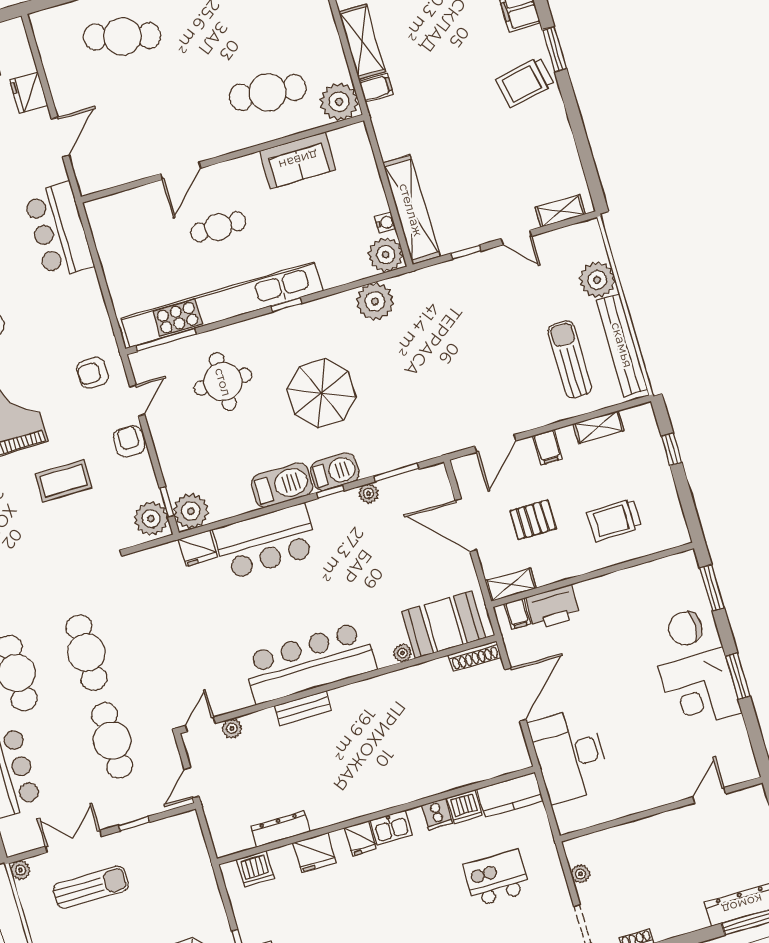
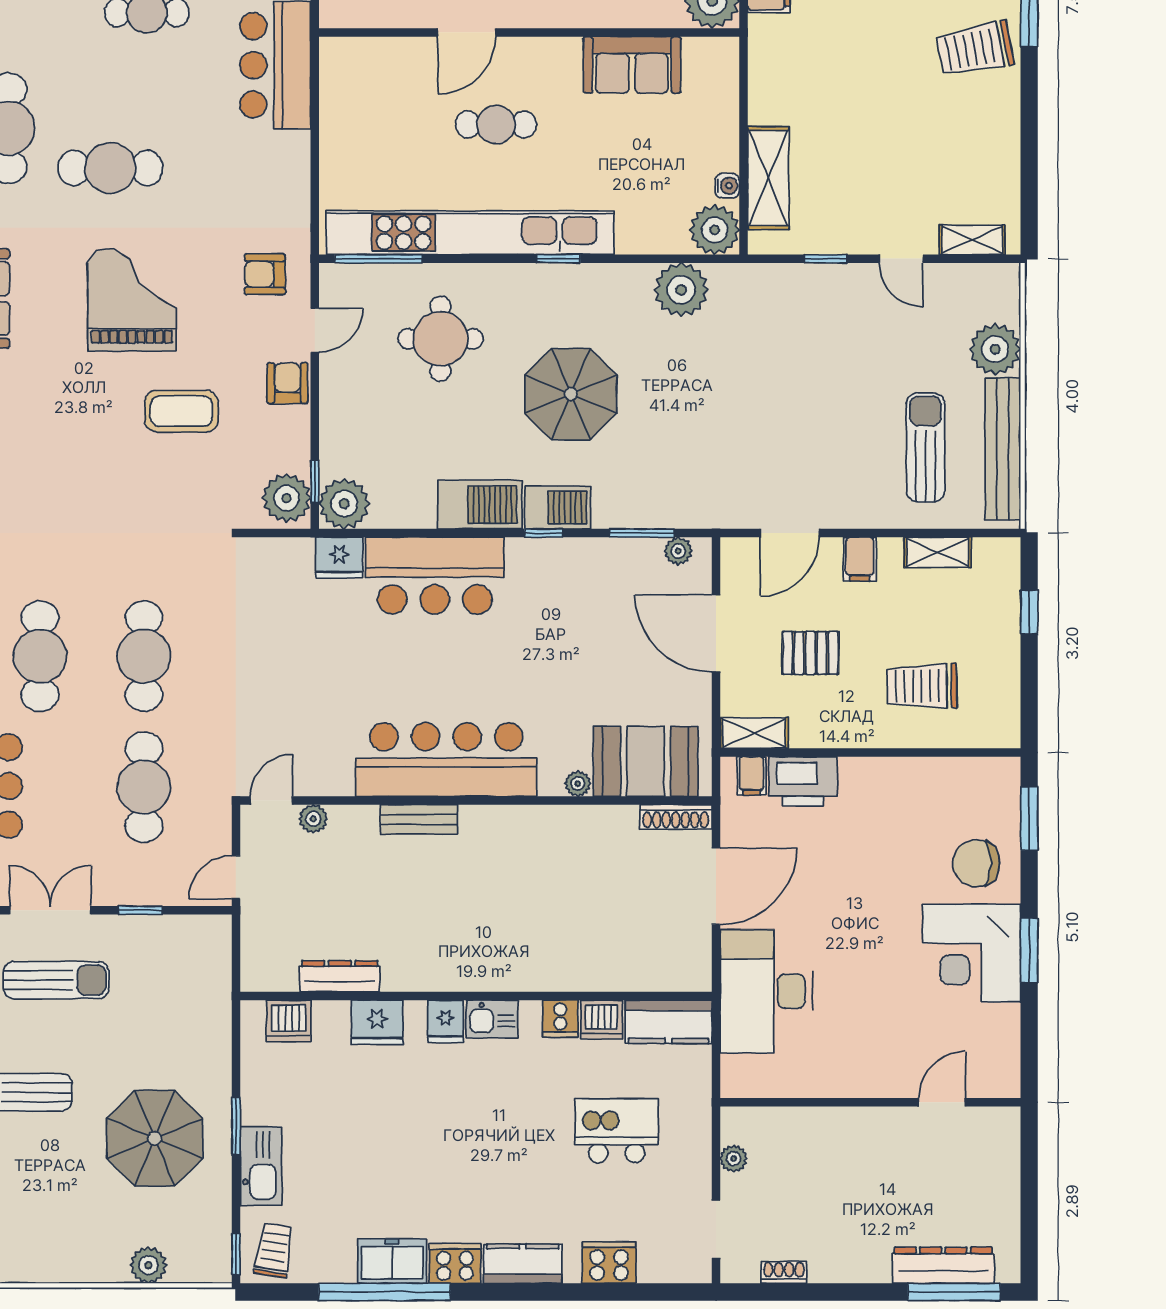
shelving: (411, 210) -> (768, 178), width x0.68
plant: (369, 494) -> (678, 551), moved

